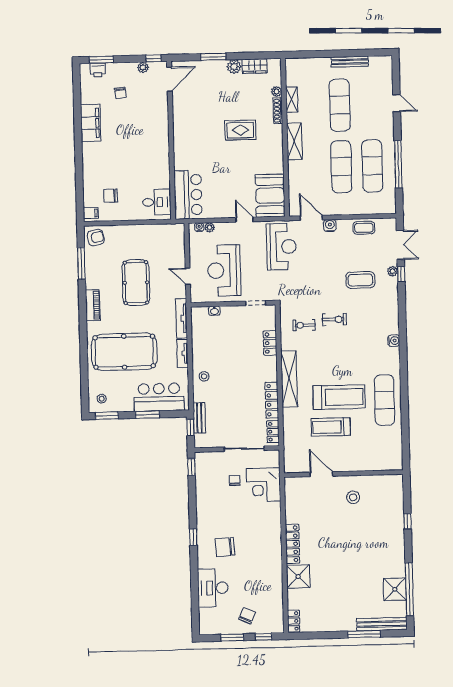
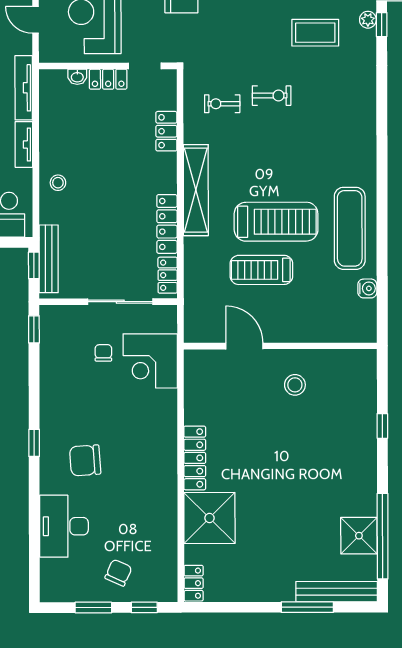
locker: (233, 312) -> (108, 79), added
water cooler: (394, 341) -> (367, 288), moved
bench: (199, 418) -> (49, 259), width x1.36
shower: (298, 577) -> (209, 518), width x1.37, depth x1.37

